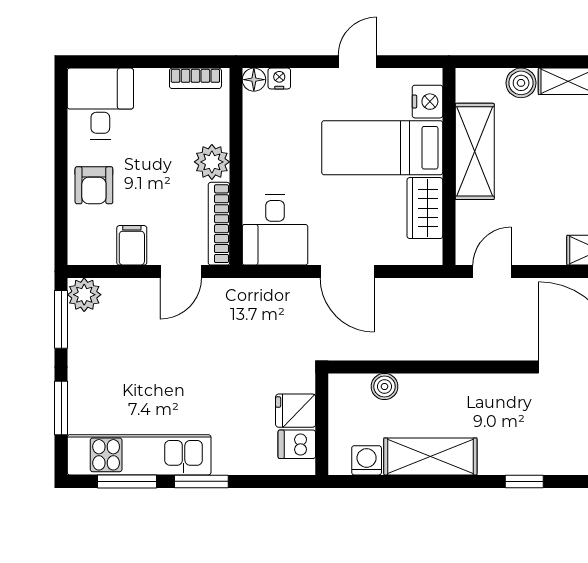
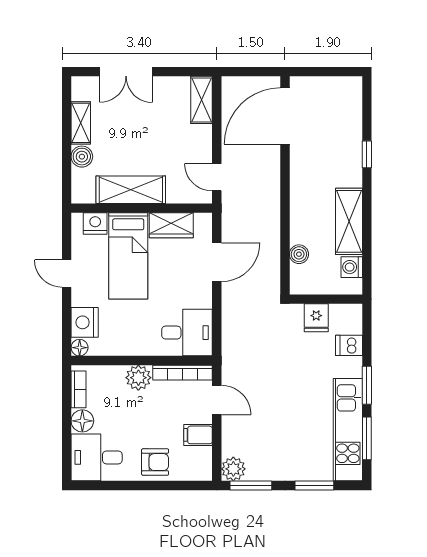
nightstand: (279, 79) -> (85, 322), width x1.89, depth x1.79
floor lamp: (151, 84) -> (82, 421), added
door: (347, 272) -> (217, 262), moved
dishwasher: (297, 444) -> (349, 345), moved, turned 90

